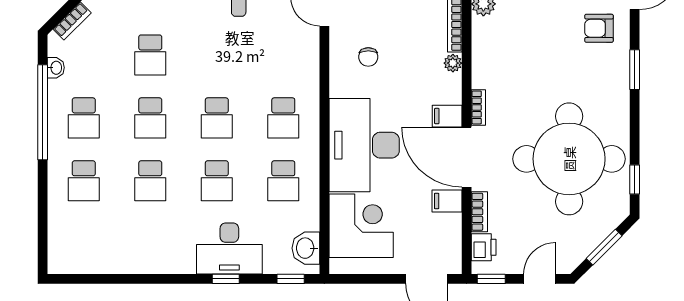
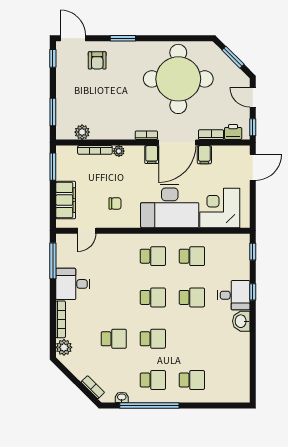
window: (635, 180) -> (191, 38), removed
school desk: (150, 181) -> (192, 339), removed
washbasin: (306, 248) -> (241, 321), moved, turned 90
desk: (229, 249) -> (234, 295), width x0.73

